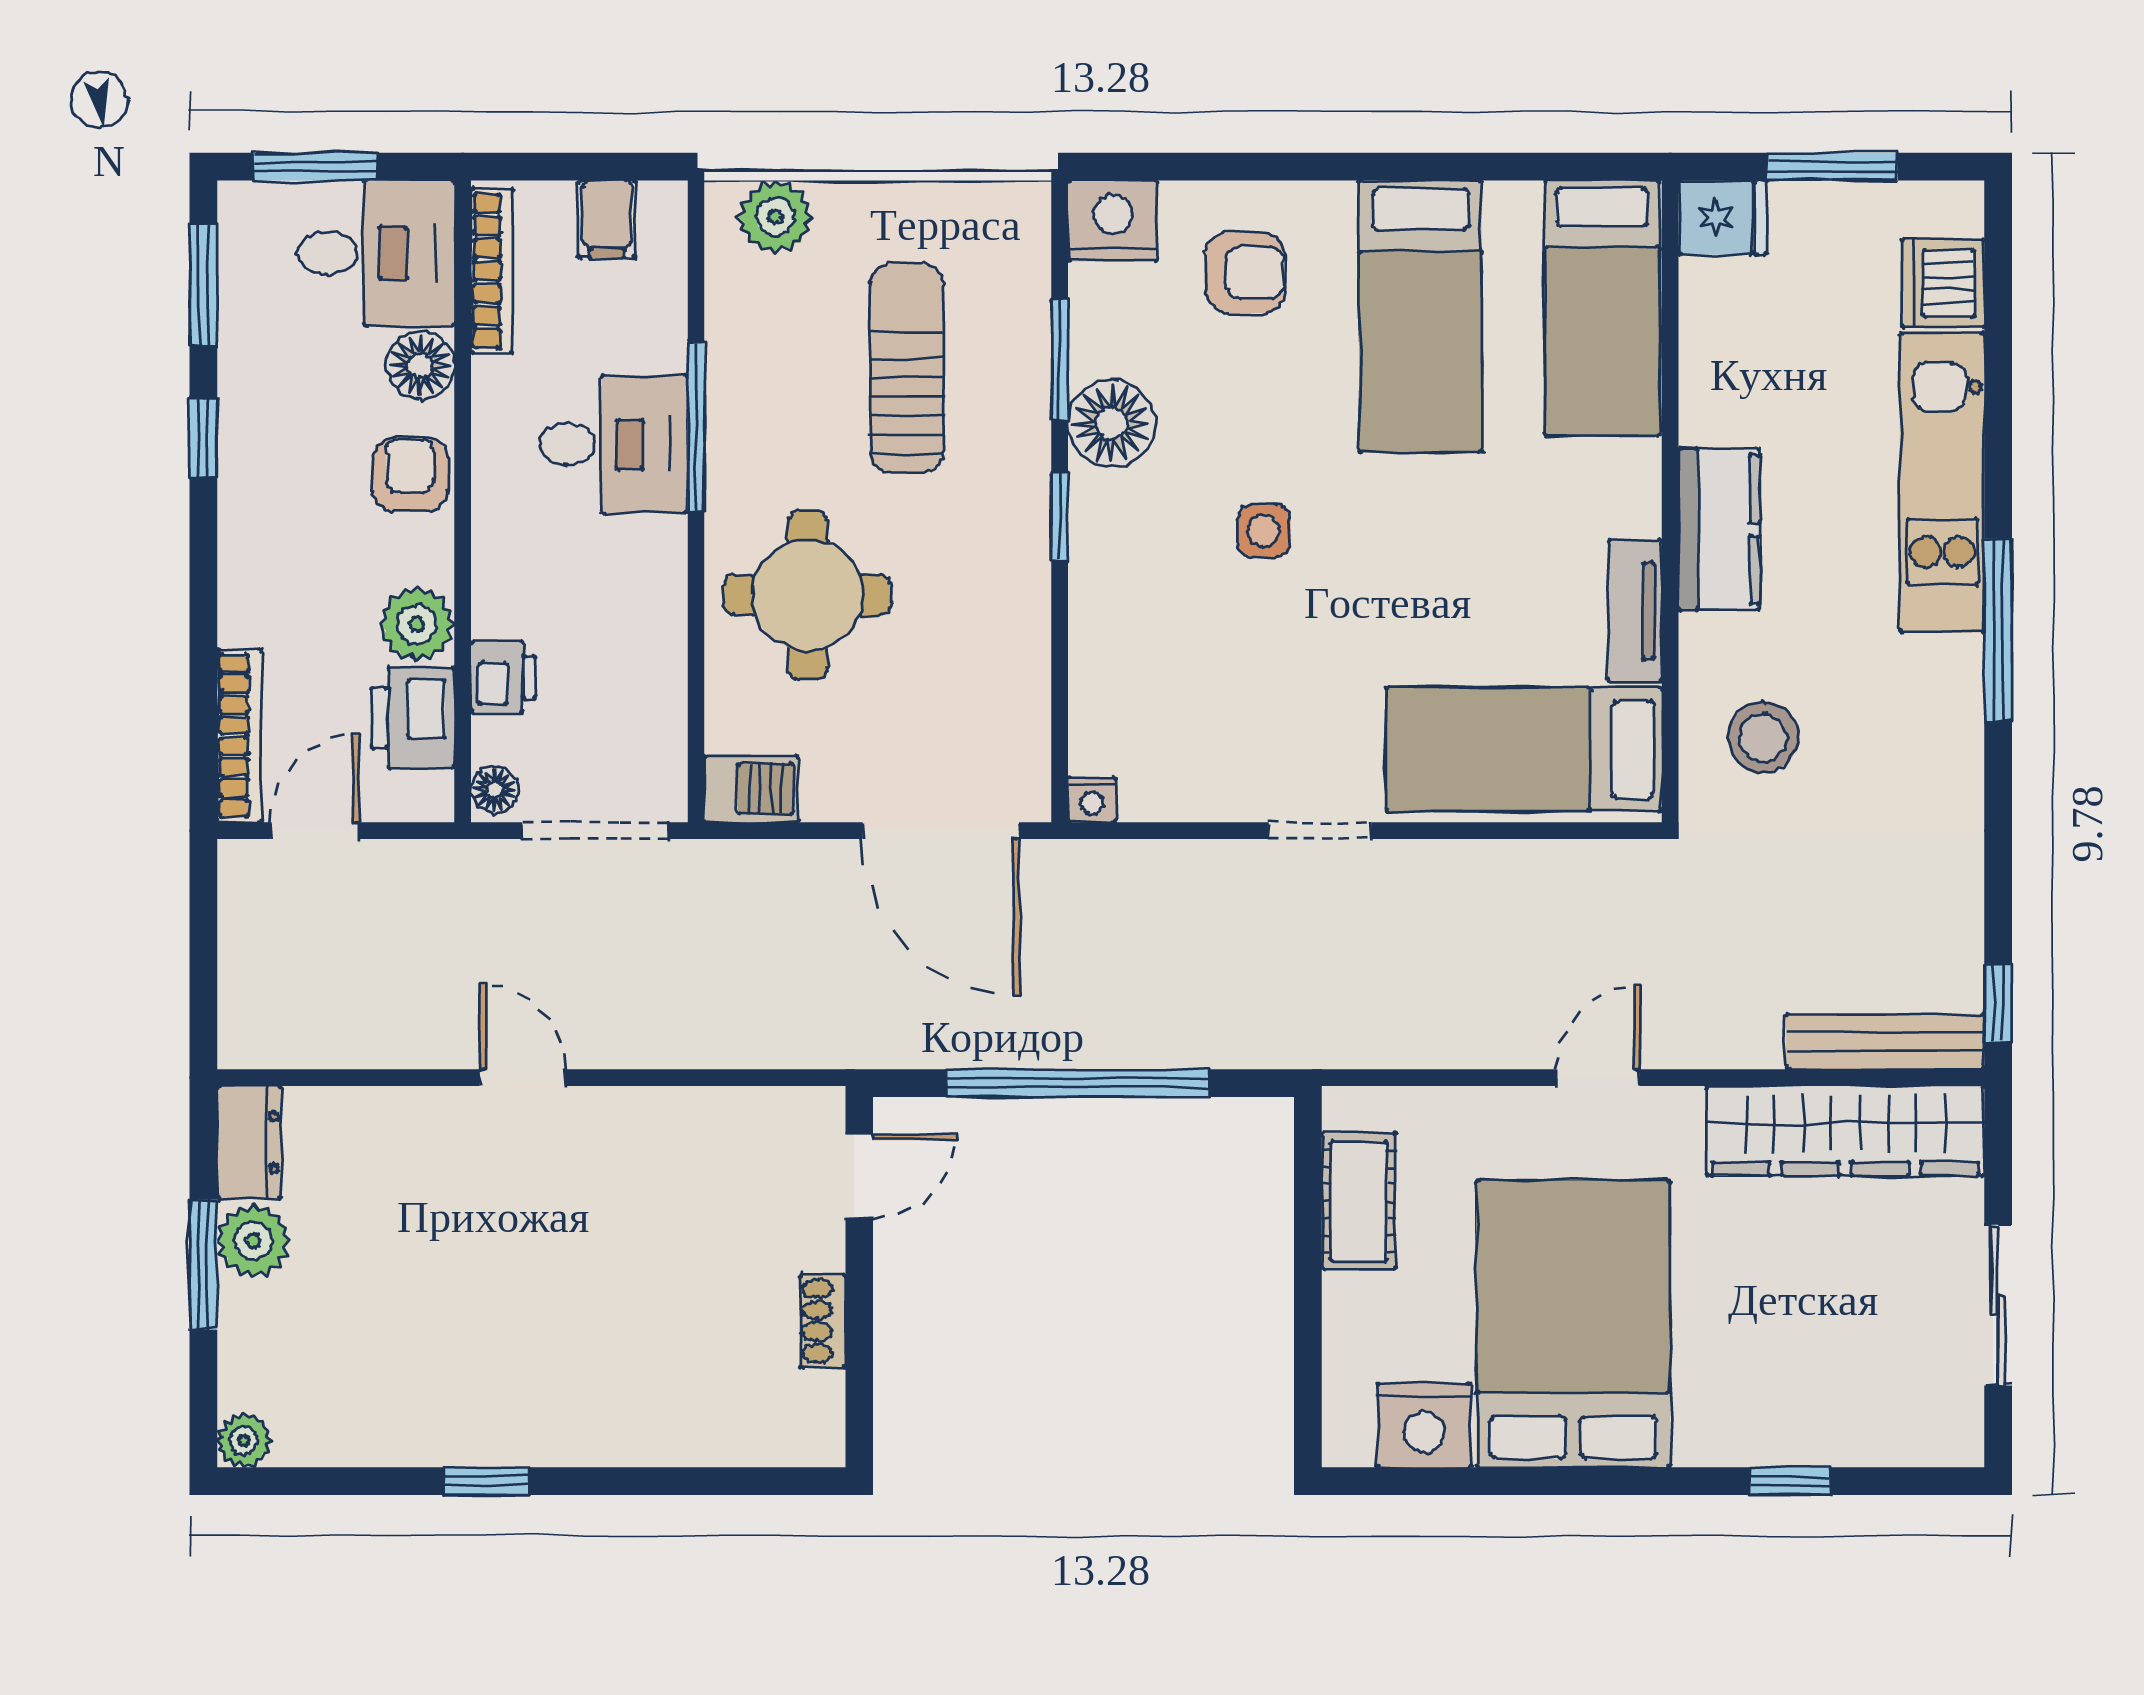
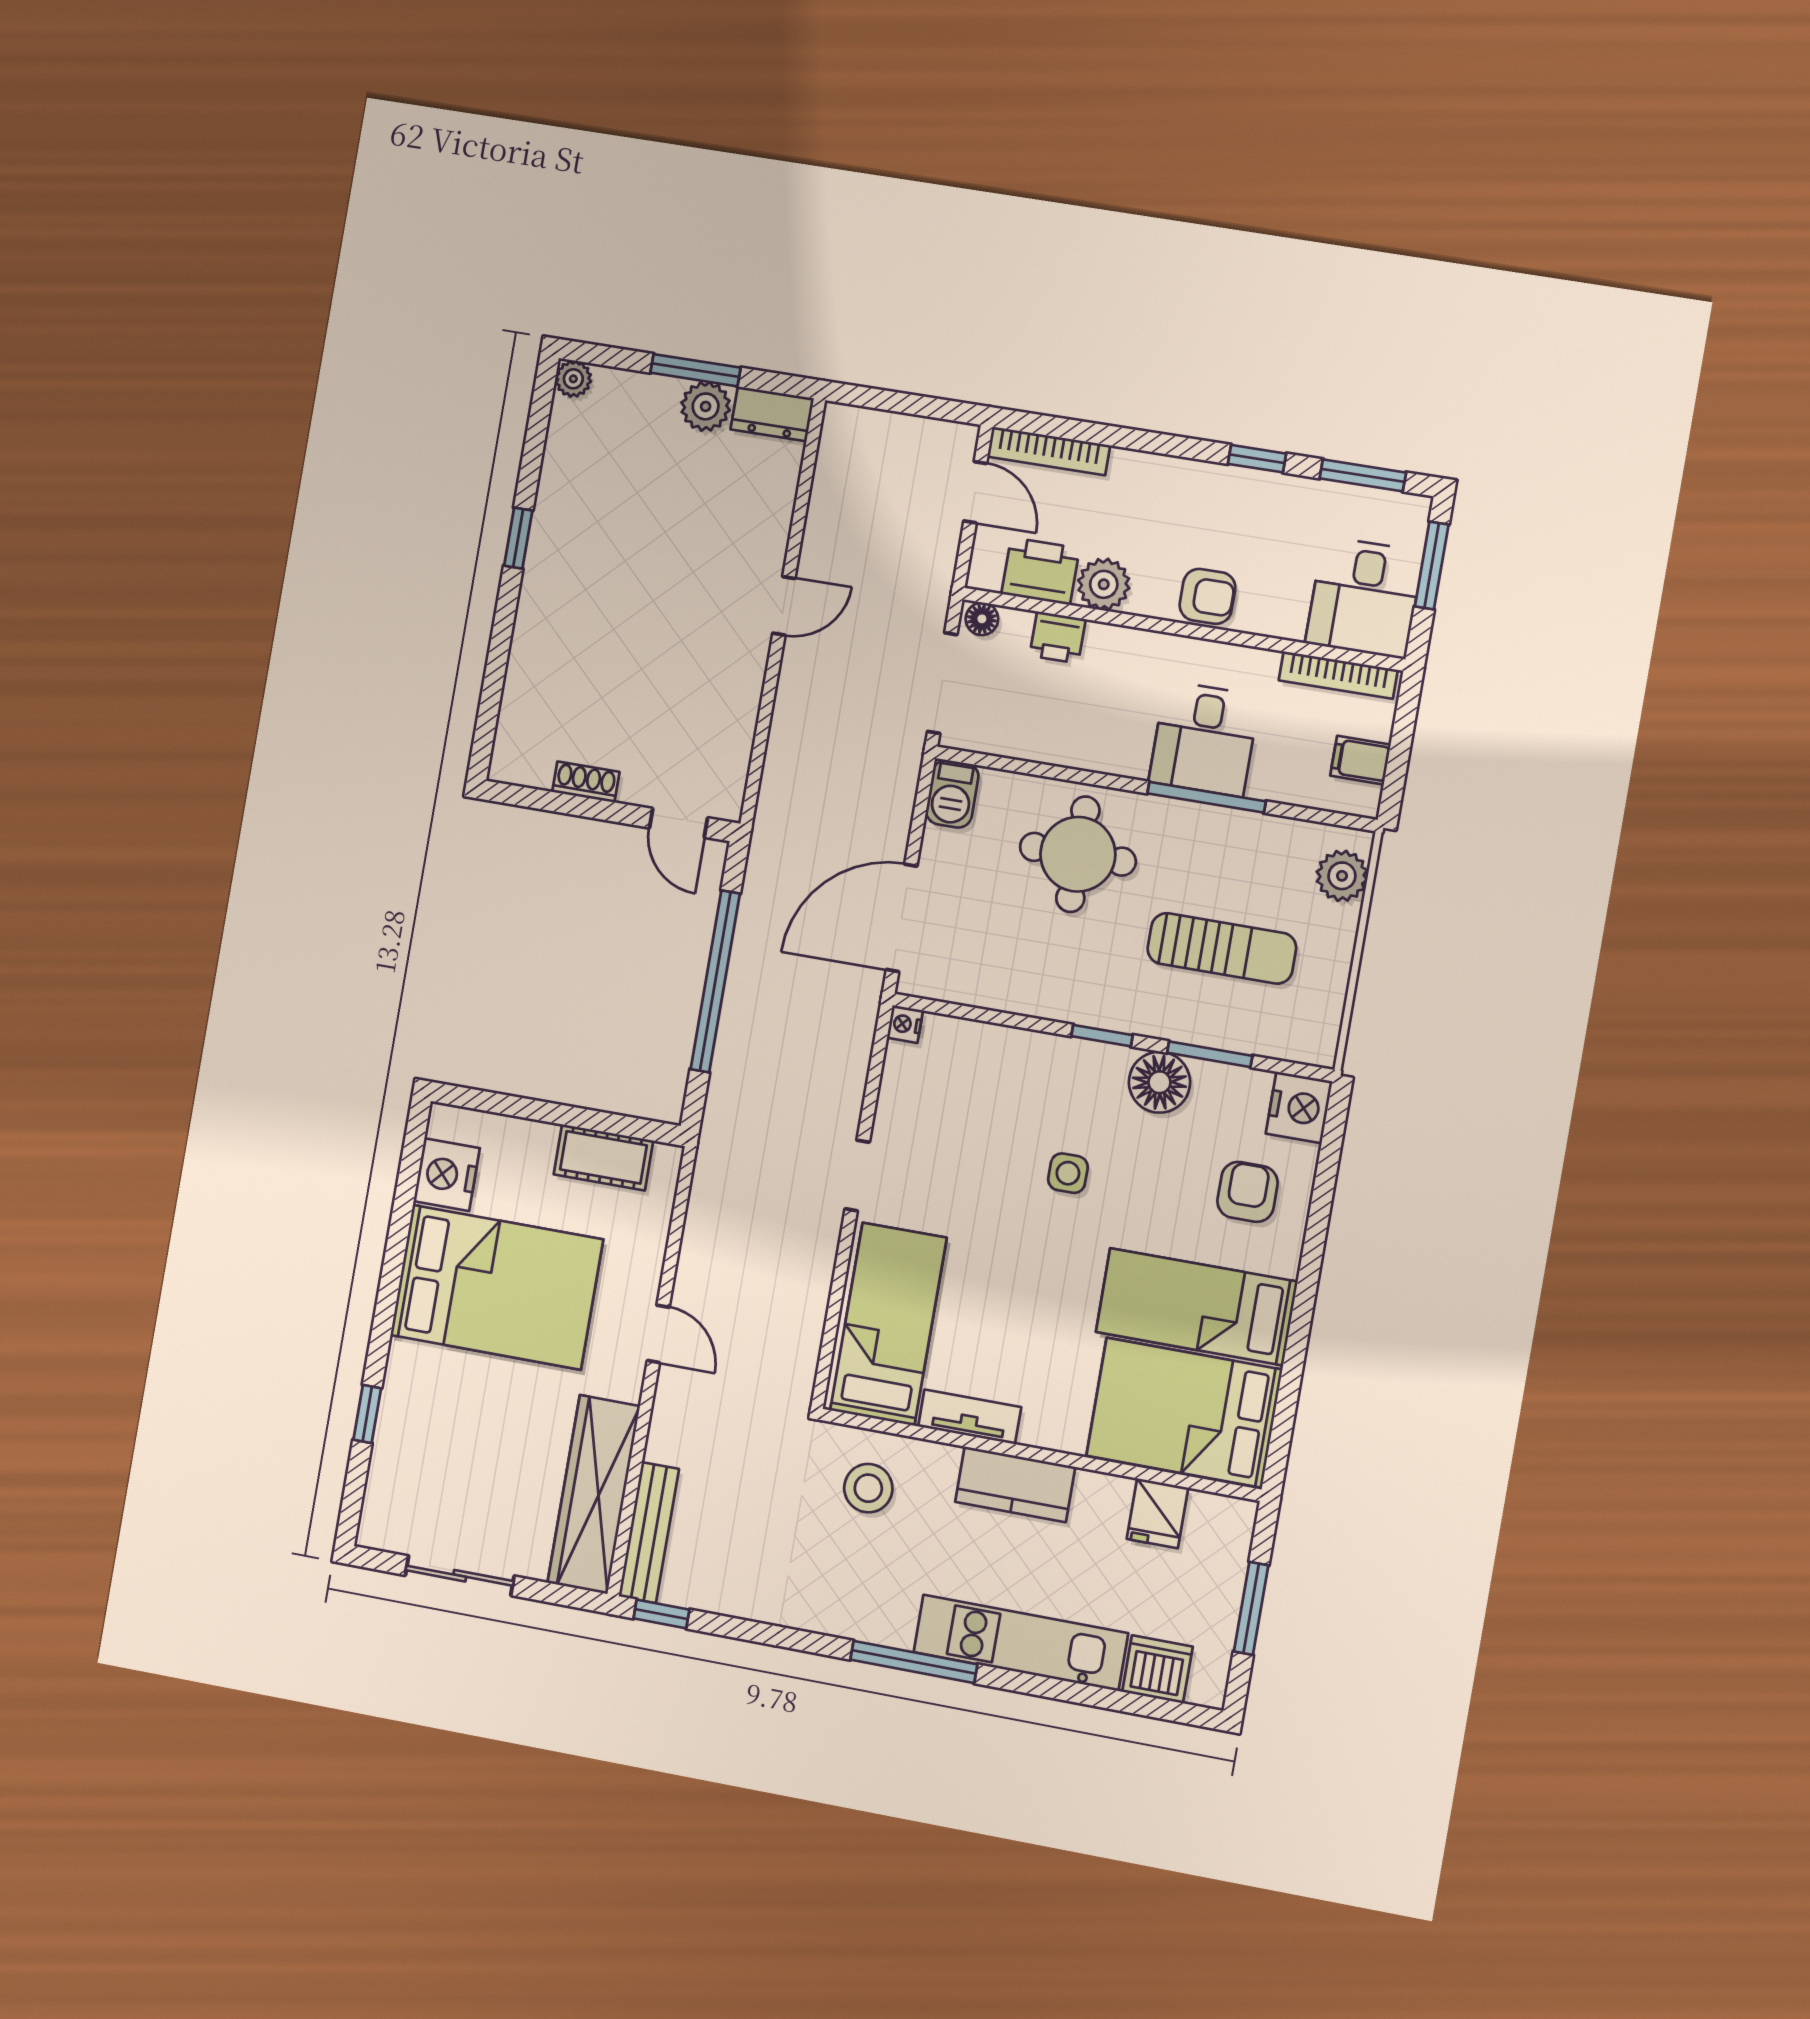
fridge: (1723, 217) -> (1157, 1513), moved
armchair: (1245, 273) -> (1247, 1192), turned 180
bed: (1602, 308) -> (1184, 1413), width x1.50
floor lamp: (420, 365) -> (1281, 615), removed

